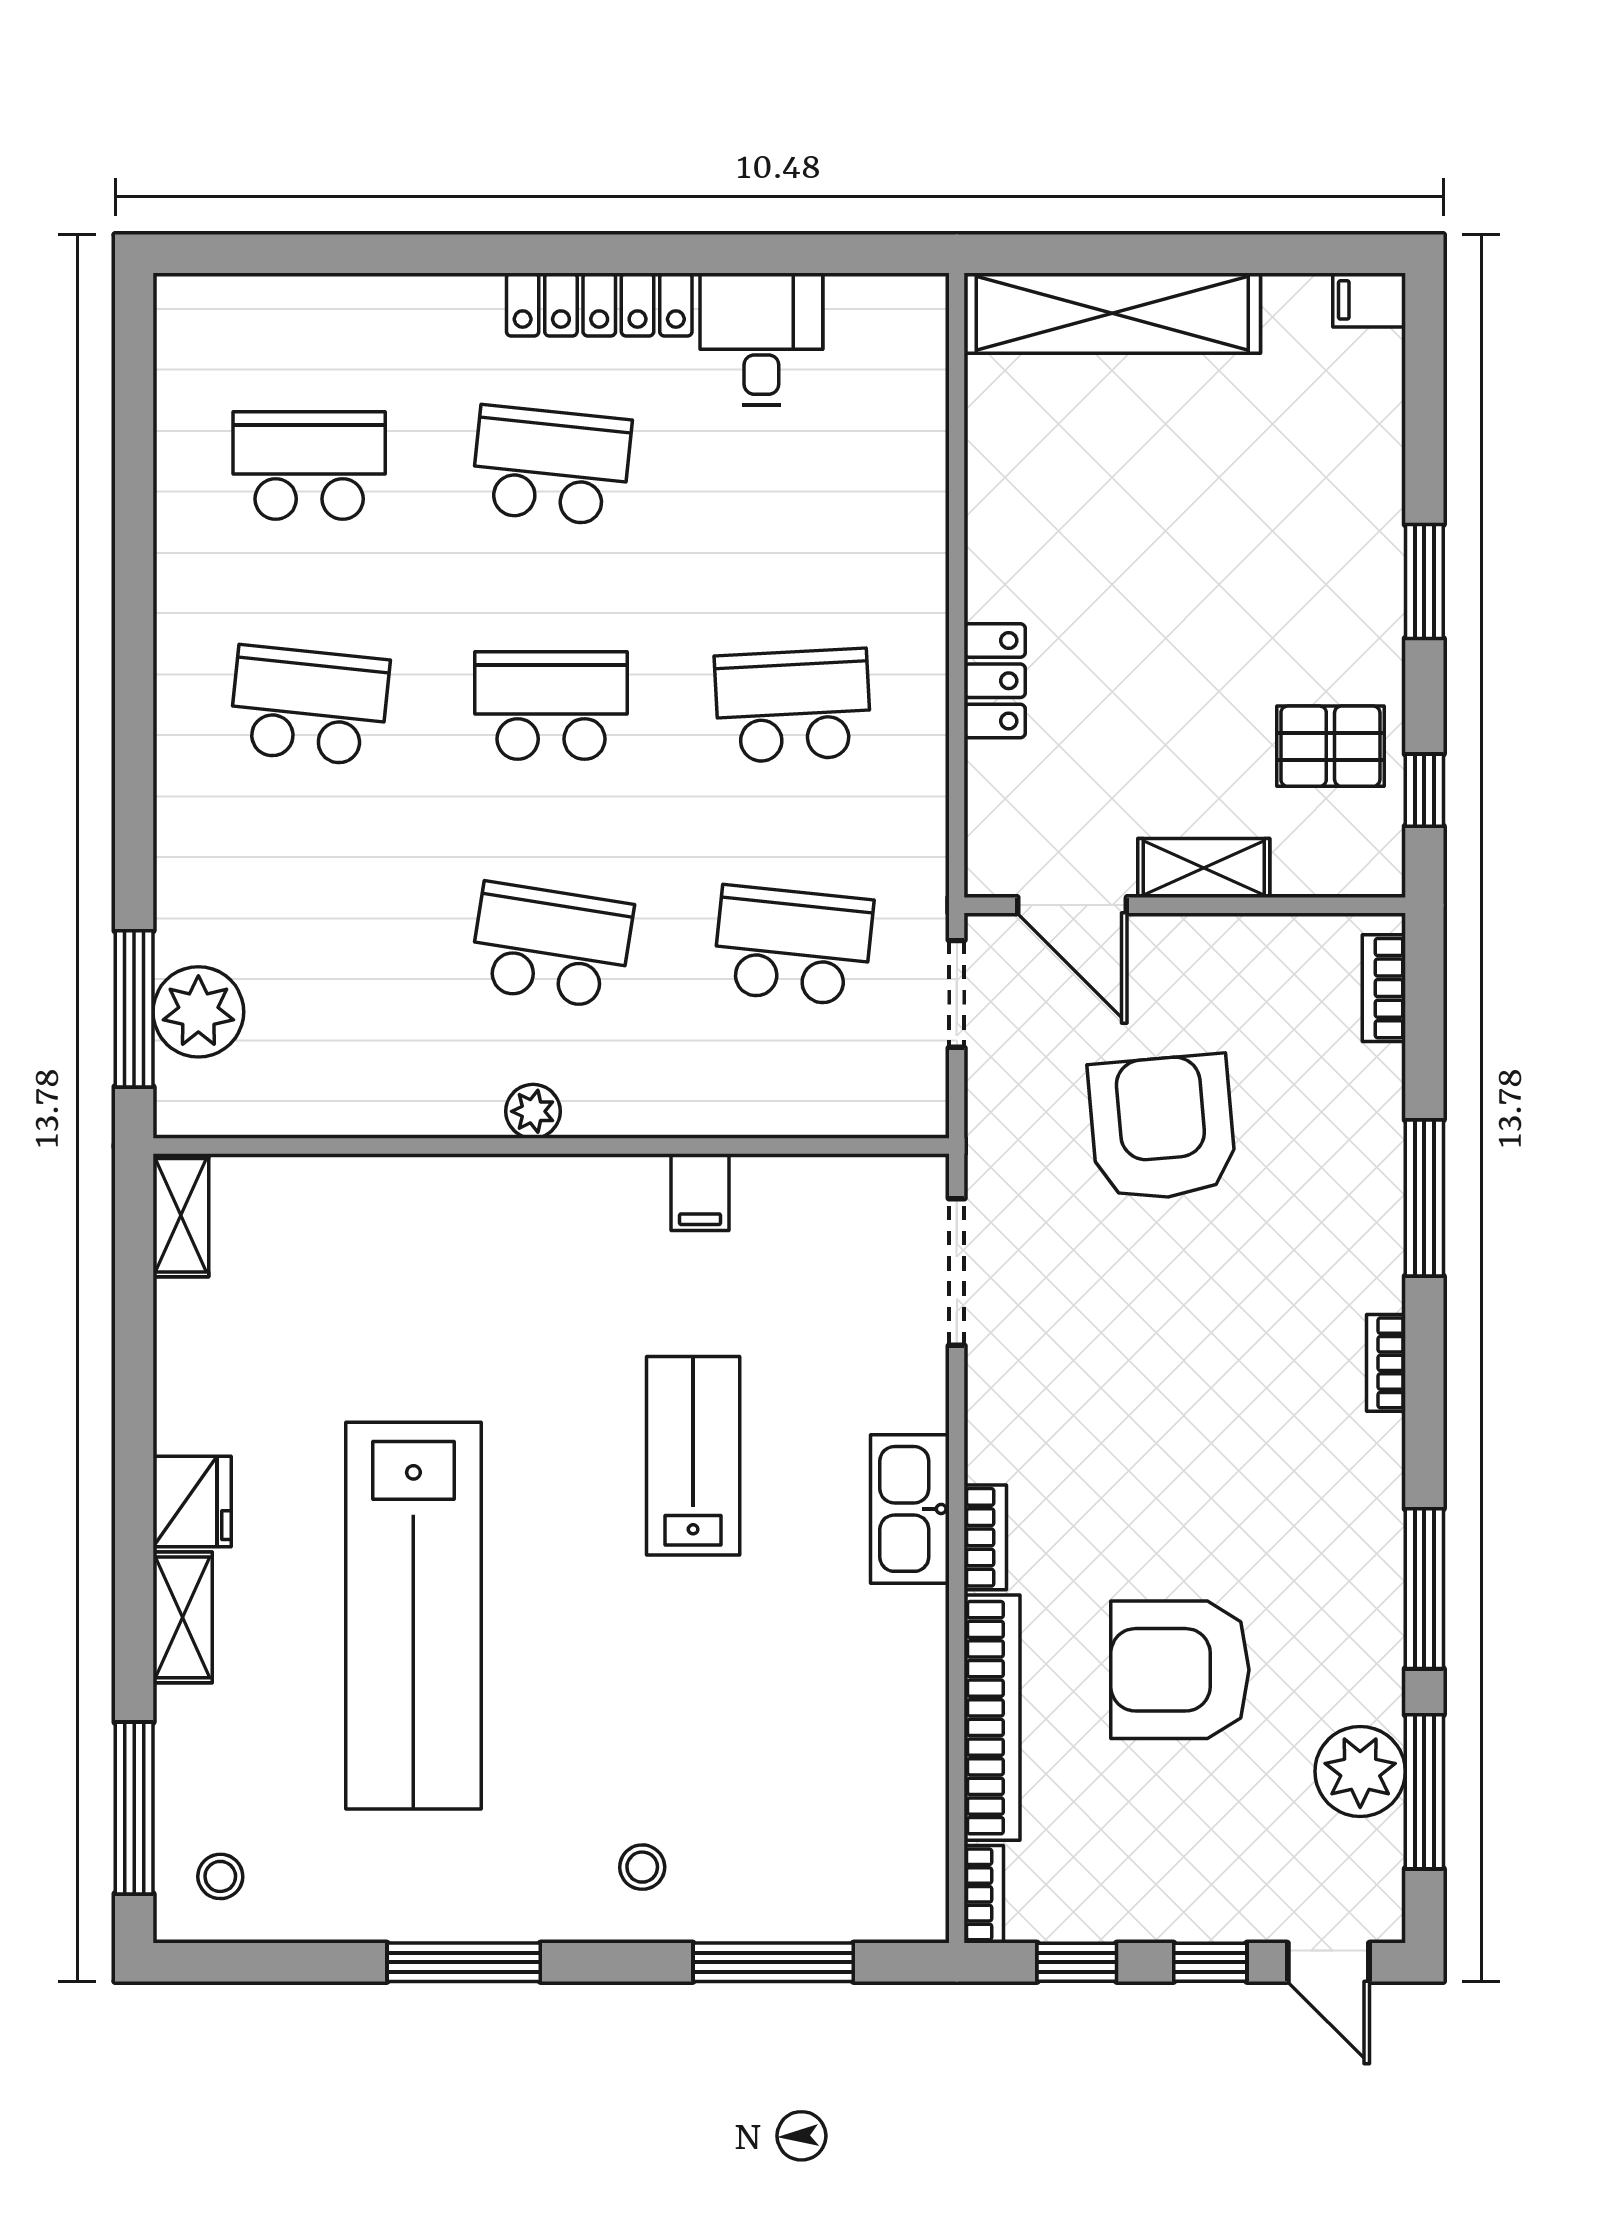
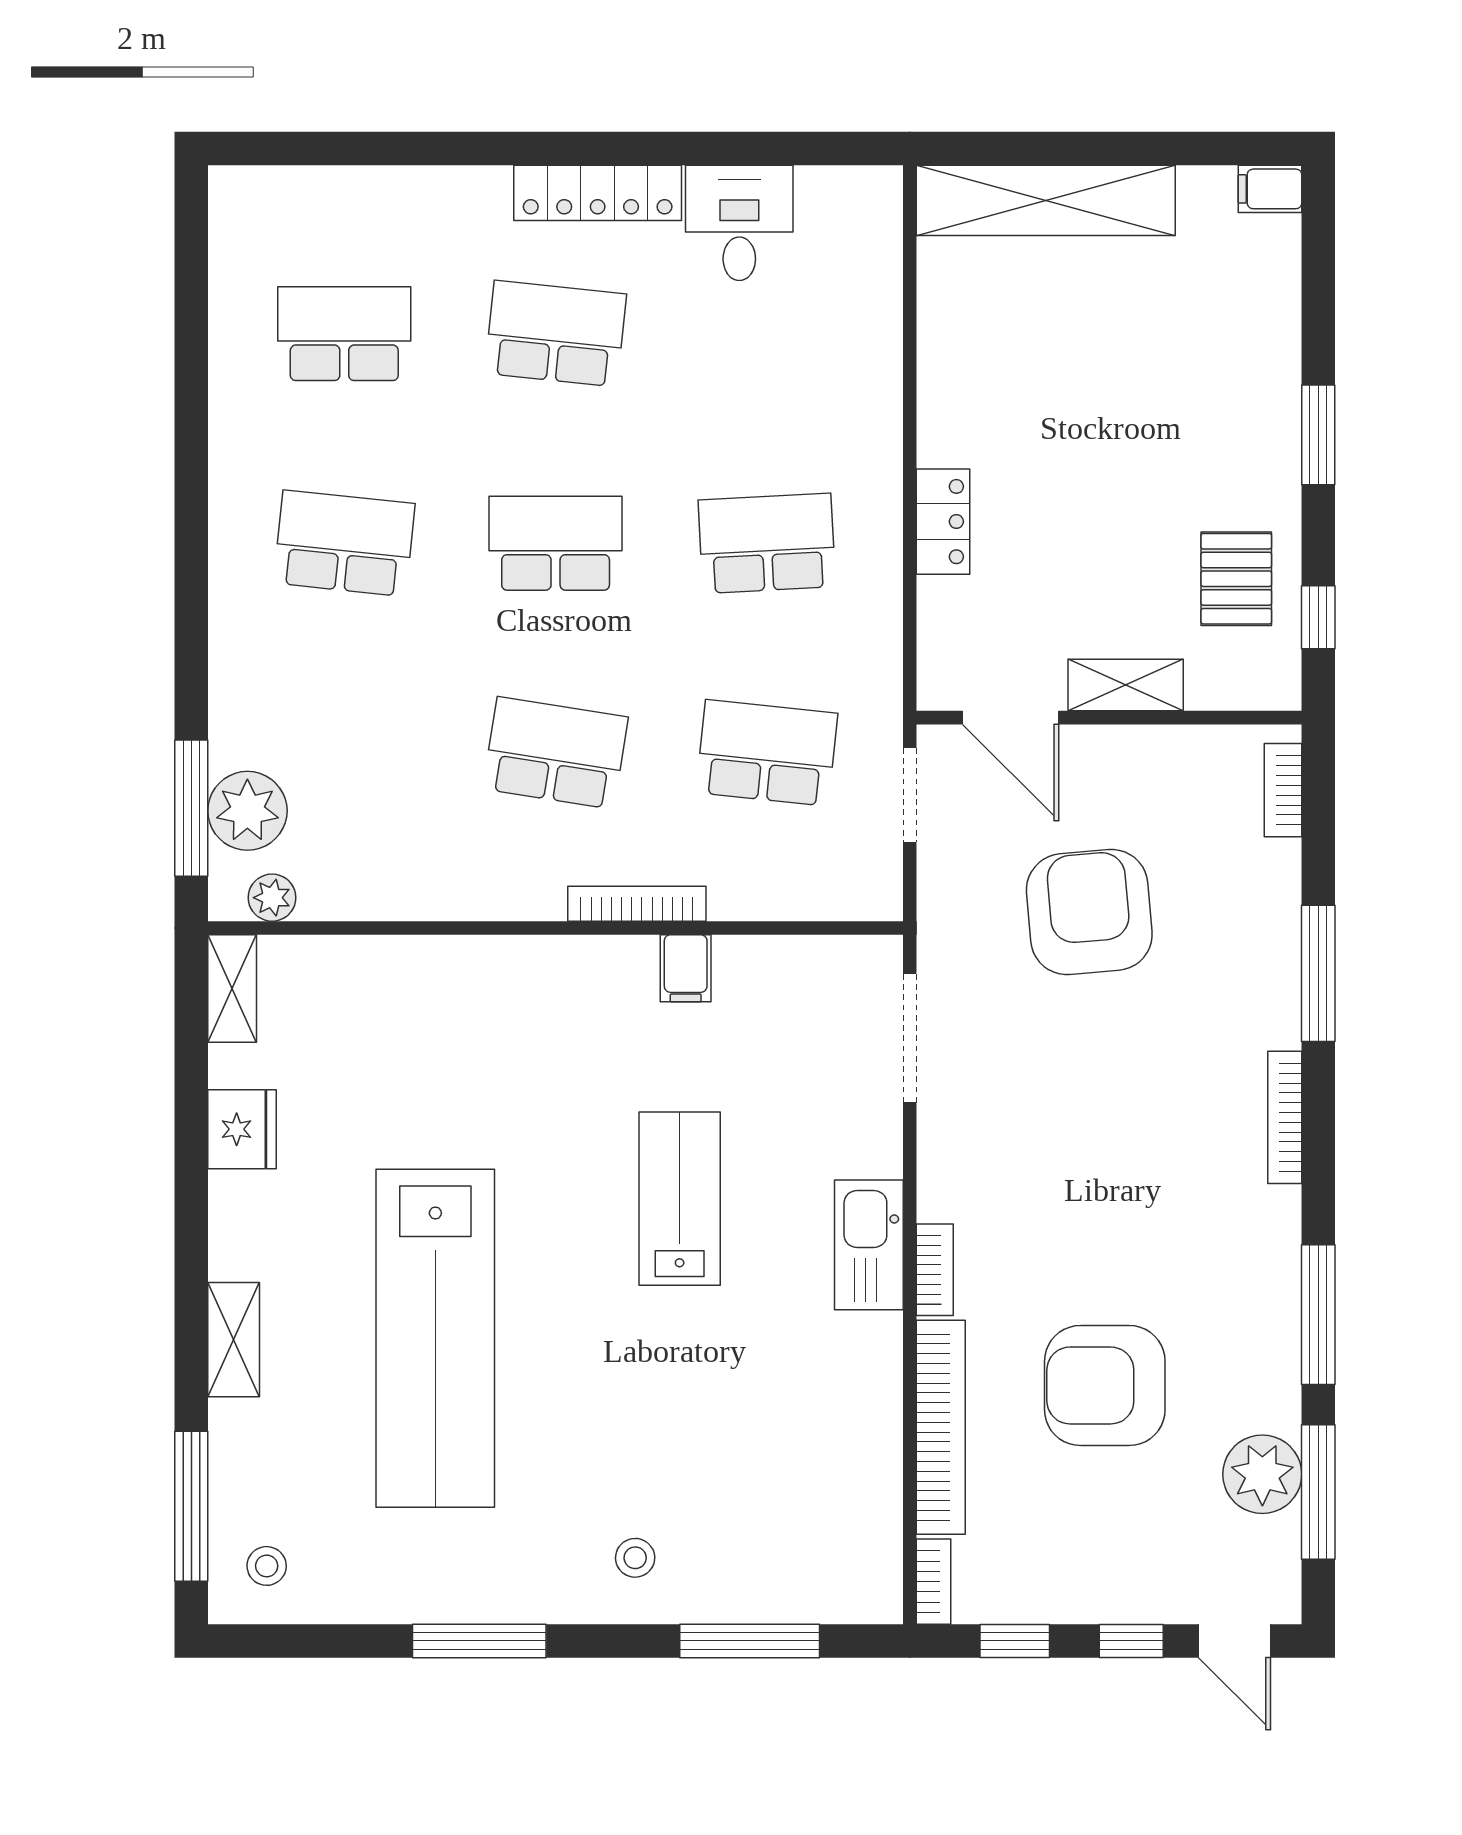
pallet: (1330, 746) -> (1236, 579), turned 90
plant: (533, 1111) -> (272, 898), moved
bookcase: (644, 1118) -> (637, 904), added
bookcase: (1386, 1363) -> (1285, 1117), width x1.56
fridge: (192, 1501) -> (242, 1129), moved

